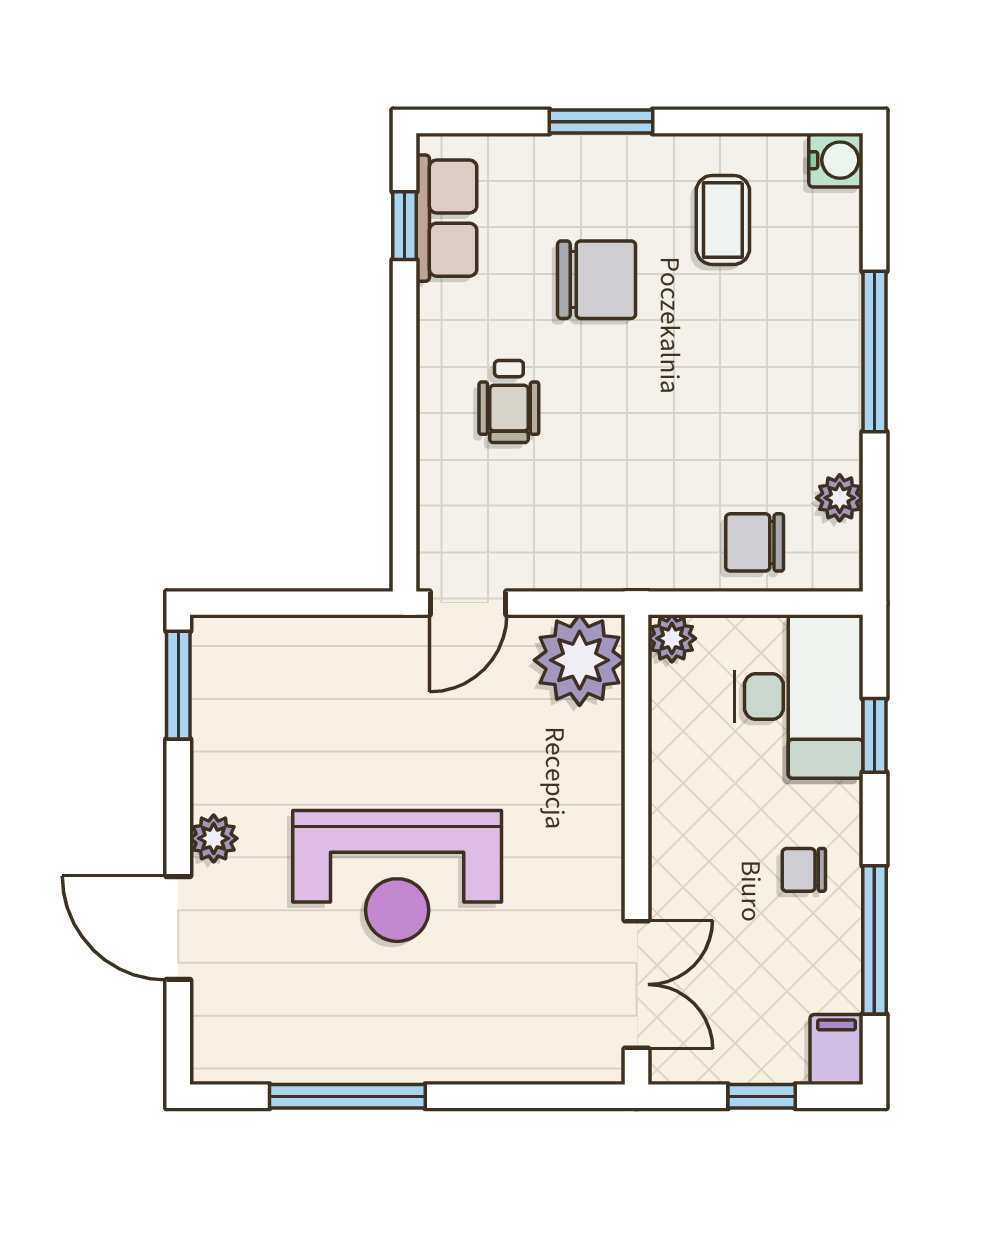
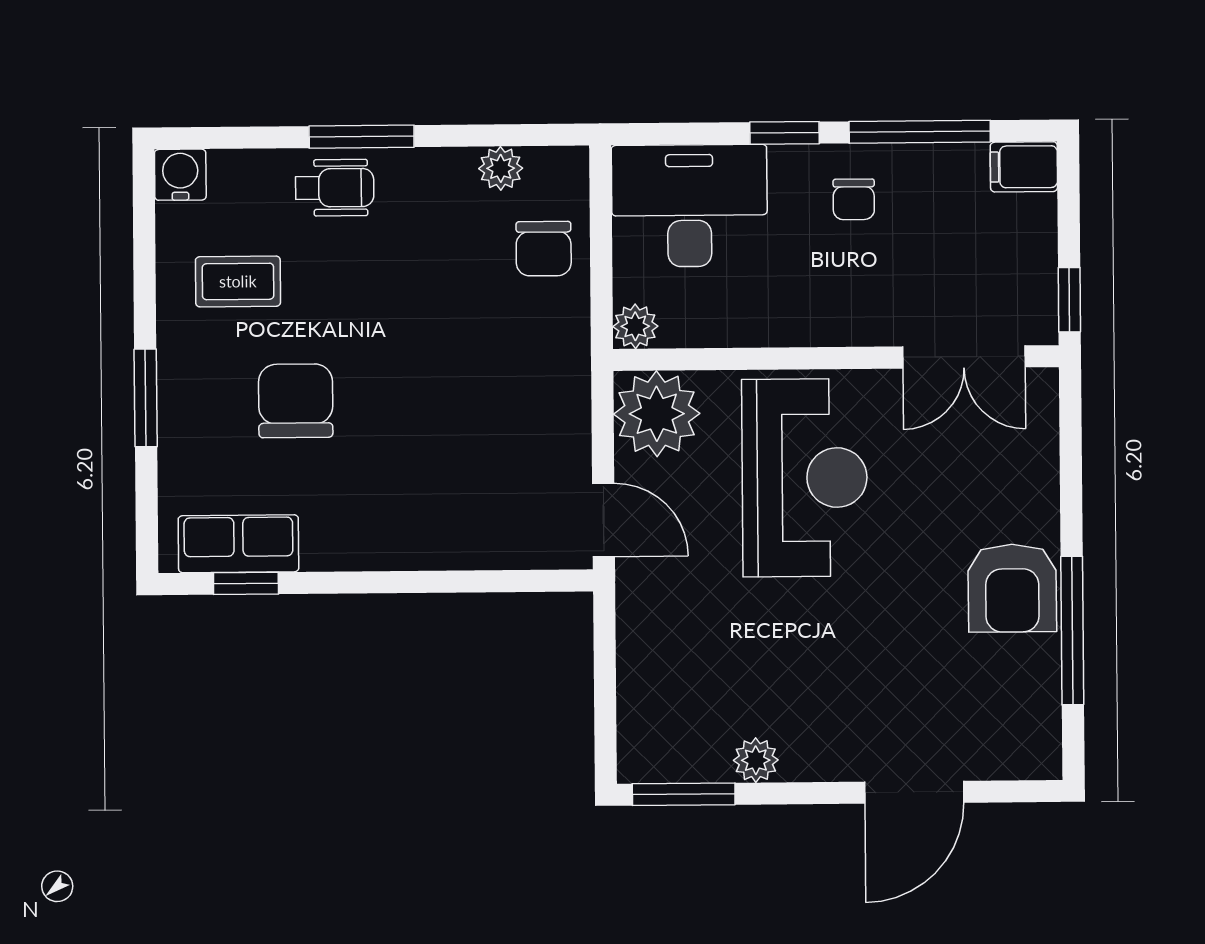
window: (874, 352) -> (362, 137), width x0.69
wheelchair: (509, 402) -> (335, 188), moved
window: (874, 735) -> (785, 133), moved
plant: (214, 838) -> (756, 760), moved
reception desk: (397, 876) -> (805, 478), moved
double door: (637, 984) -> (964, 357), swing flipped
armchair: (393, 1033) -> (1012, 588), added
window: (762, 1096) -> (1069, 300), moved

